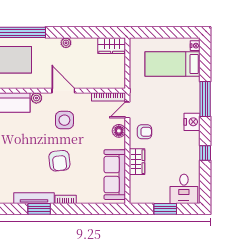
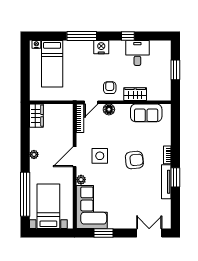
door: (127, 110) -> (91, 102), hinge flipped
sofa: (115, 175) -> (146, 113), width x0.73
desk: (184, 189) -> (137, 53), moved, turned -90

